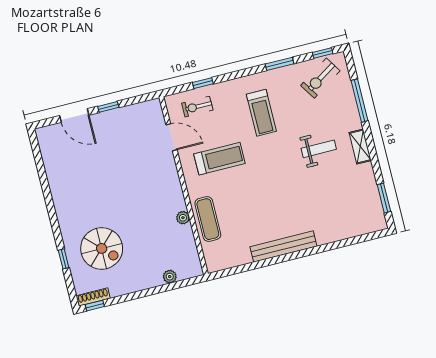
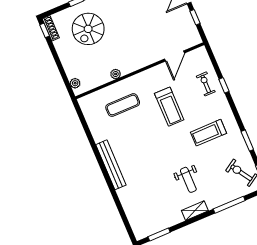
door: (171, 137) -> (174, 56), moved
wall: (184, 186) -> (140, 71), moved
plant: (183, 218) -> (116, 74), moved

